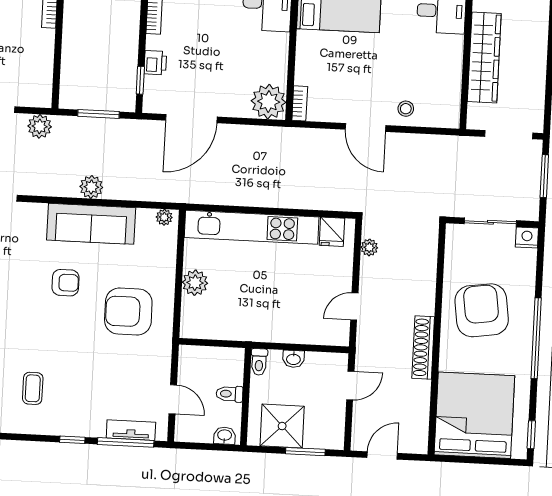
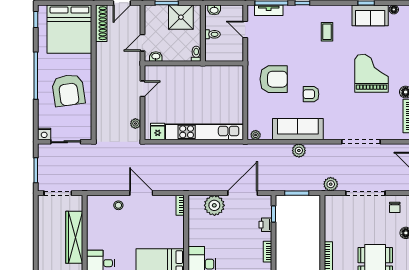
plant: (269, 102) -> (214, 205), moved
plant: (195, 283) -> (236, 98), removed
shoe rack: (423, 347) -> (101, 23), moved
washbasin: (293, 359) -> (156, 57), moved

